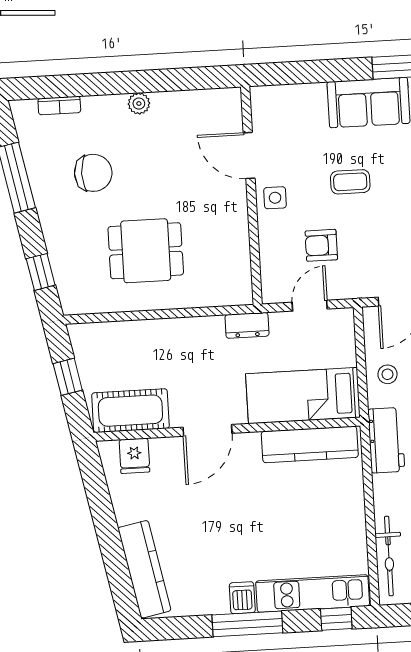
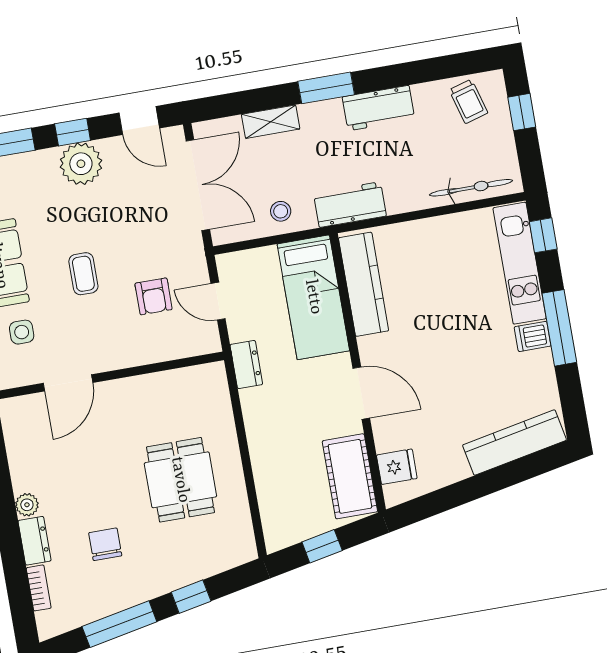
dresser: (104, 107) -> (35, 541), added
chair: (93, 173) -> (105, 544), width x0.73, depth x0.73
side table: (275, 198) -> (22, 332), moved
window: (41, 272) -> (191, 597), moved

